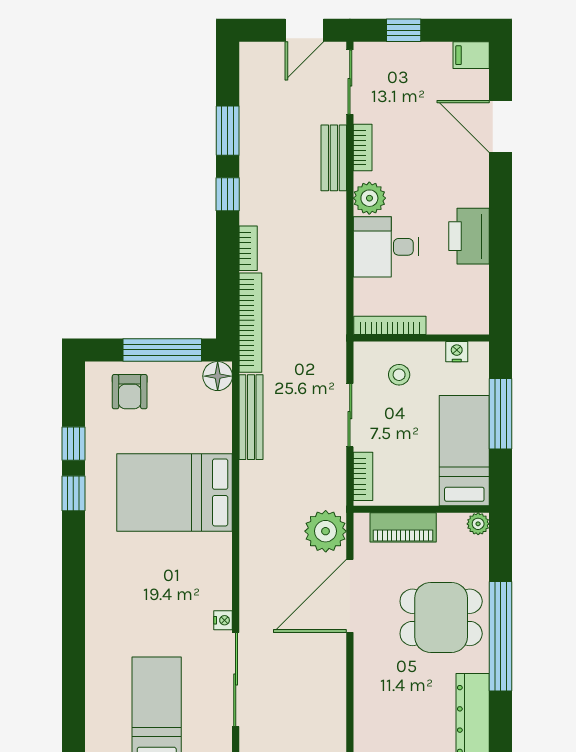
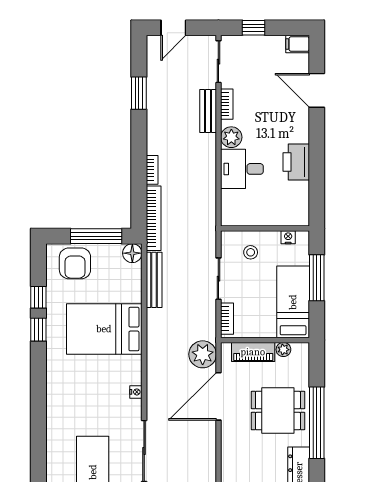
door: (304, 30) -> (173, 28), moved
window: (228, 194) -> (139, 135), removed
bookcase: (390, 325) -> (245, 220), removed
armchair: (130, 392) -> (75, 263), width x1.38, depth x1.38
plant: (478, 524) -> (283, 350), moved
nightstand: (223, 620) -> (136, 392), moved

